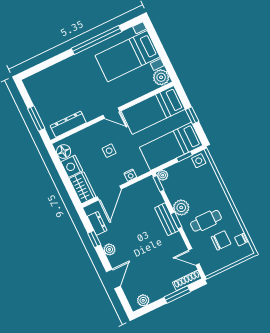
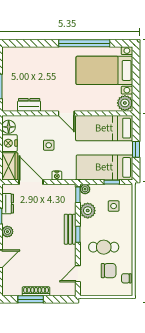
dresser: (68, 124) -> (29, 105), width x0.70
side table: (199, 161) -> (114, 206), moved
door: (109, 193) -> (31, 182), swing flipped
plant: (181, 208) -> (88, 211), moved
door: (194, 257) -> (78, 274), hinge flipped
shoe rack: (187, 280) -> (36, 291), moved
window: (177, 294) -> (31, 299), moved
plant: (143, 300) -> (16, 290), removed

